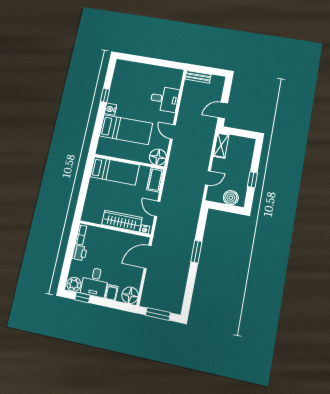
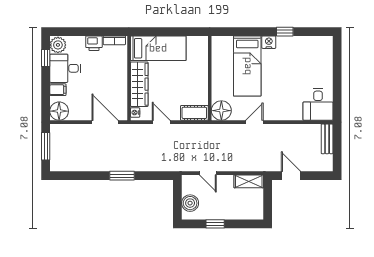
desk: (165, 99) -> (318, 104), moved
bed: (115, 171) -> (158, 48), moved, turned -90
door: (157, 209) -> (161, 122), hinge flipped

